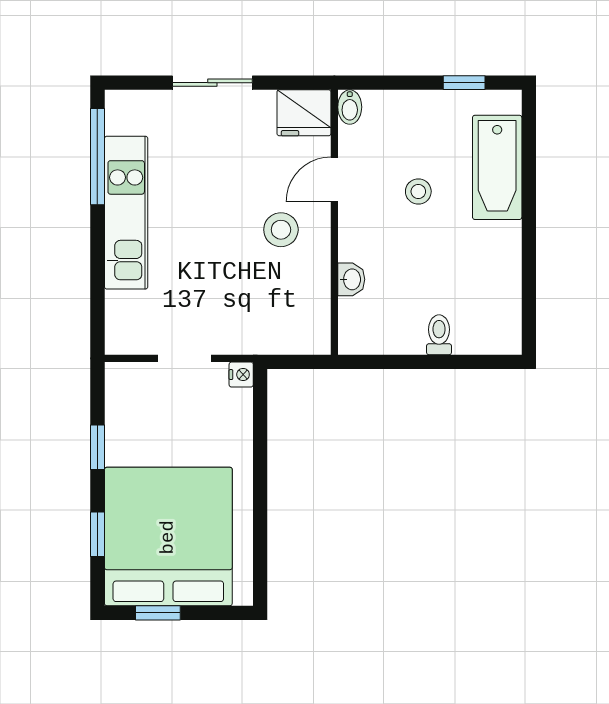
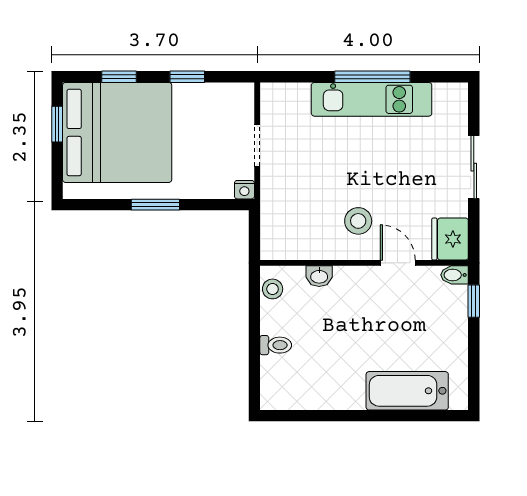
window: (464, 83) -> (474, 301), moved
window: (97, 157) -> (372, 77), moved
stool: (418, 191) -> (273, 289), moved
window: (260, 488) -> (155, 205), added

